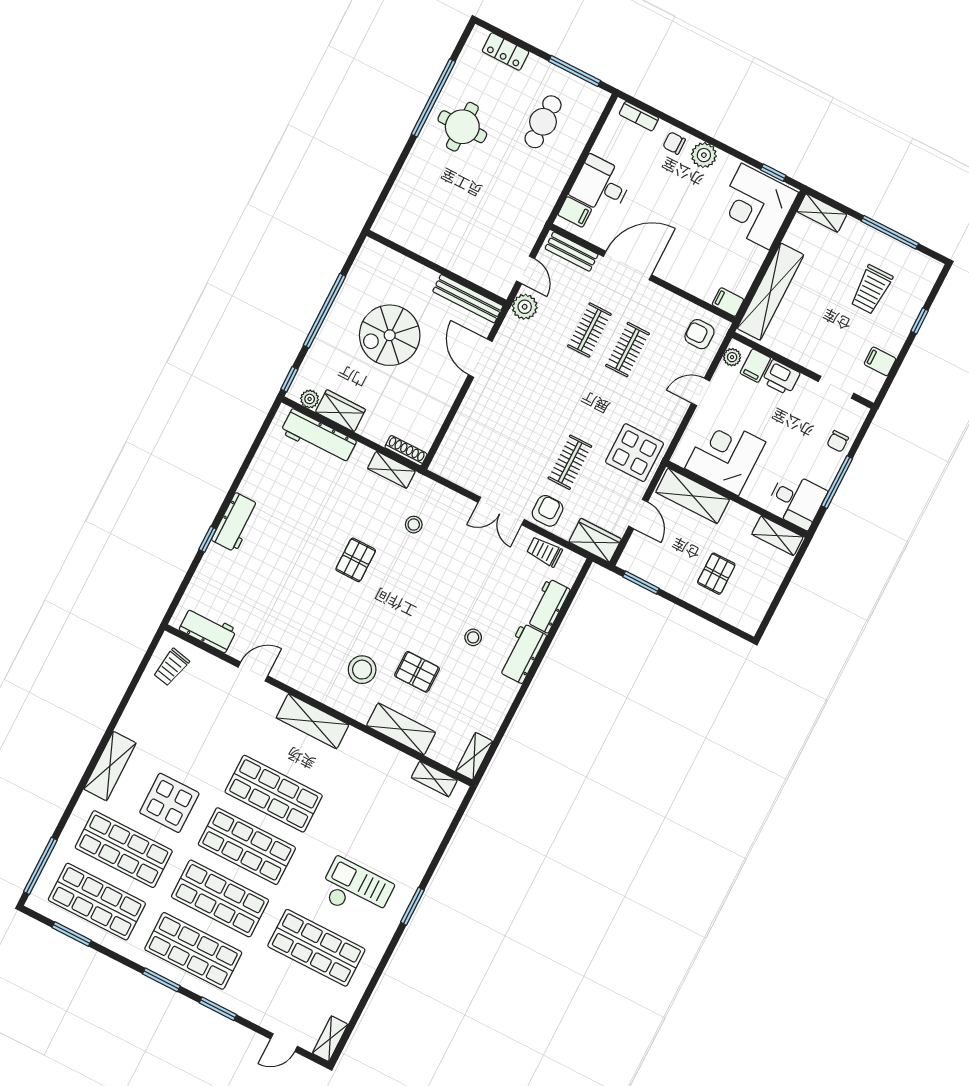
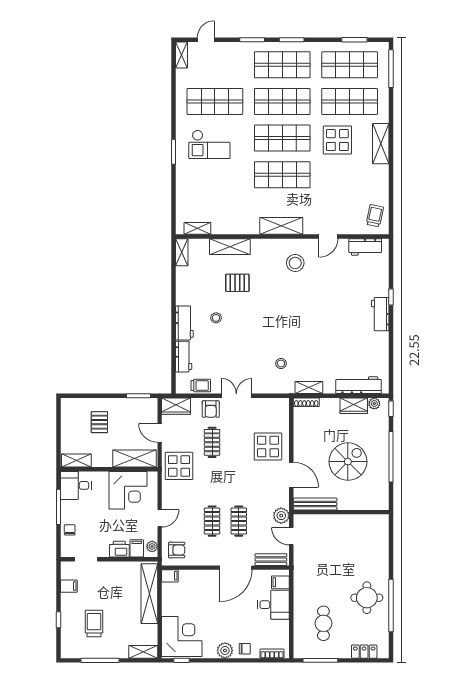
display table: (493, 415) -> (268, 446), added
pallet: (356, 560) -> (303, 327), removed
stool: (362, 670) -> (295, 263), moved

